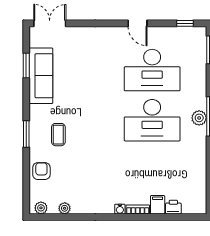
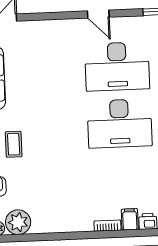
plant: (65, 208) -> (18, 222), width x1.88, depth x1.88
water cooler: (120, 209) -> (87, 226), removed

